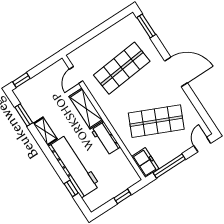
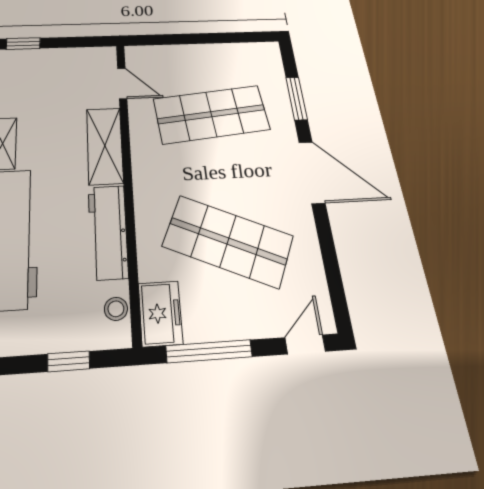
window: (146, 26) -> (297, 98), moved
door: (76, 75) -> (122, 83), swing flipped
workbench: (106, 139) -> (108, 232), width x1.38
stool: (128, 170) -> (116, 309), added

